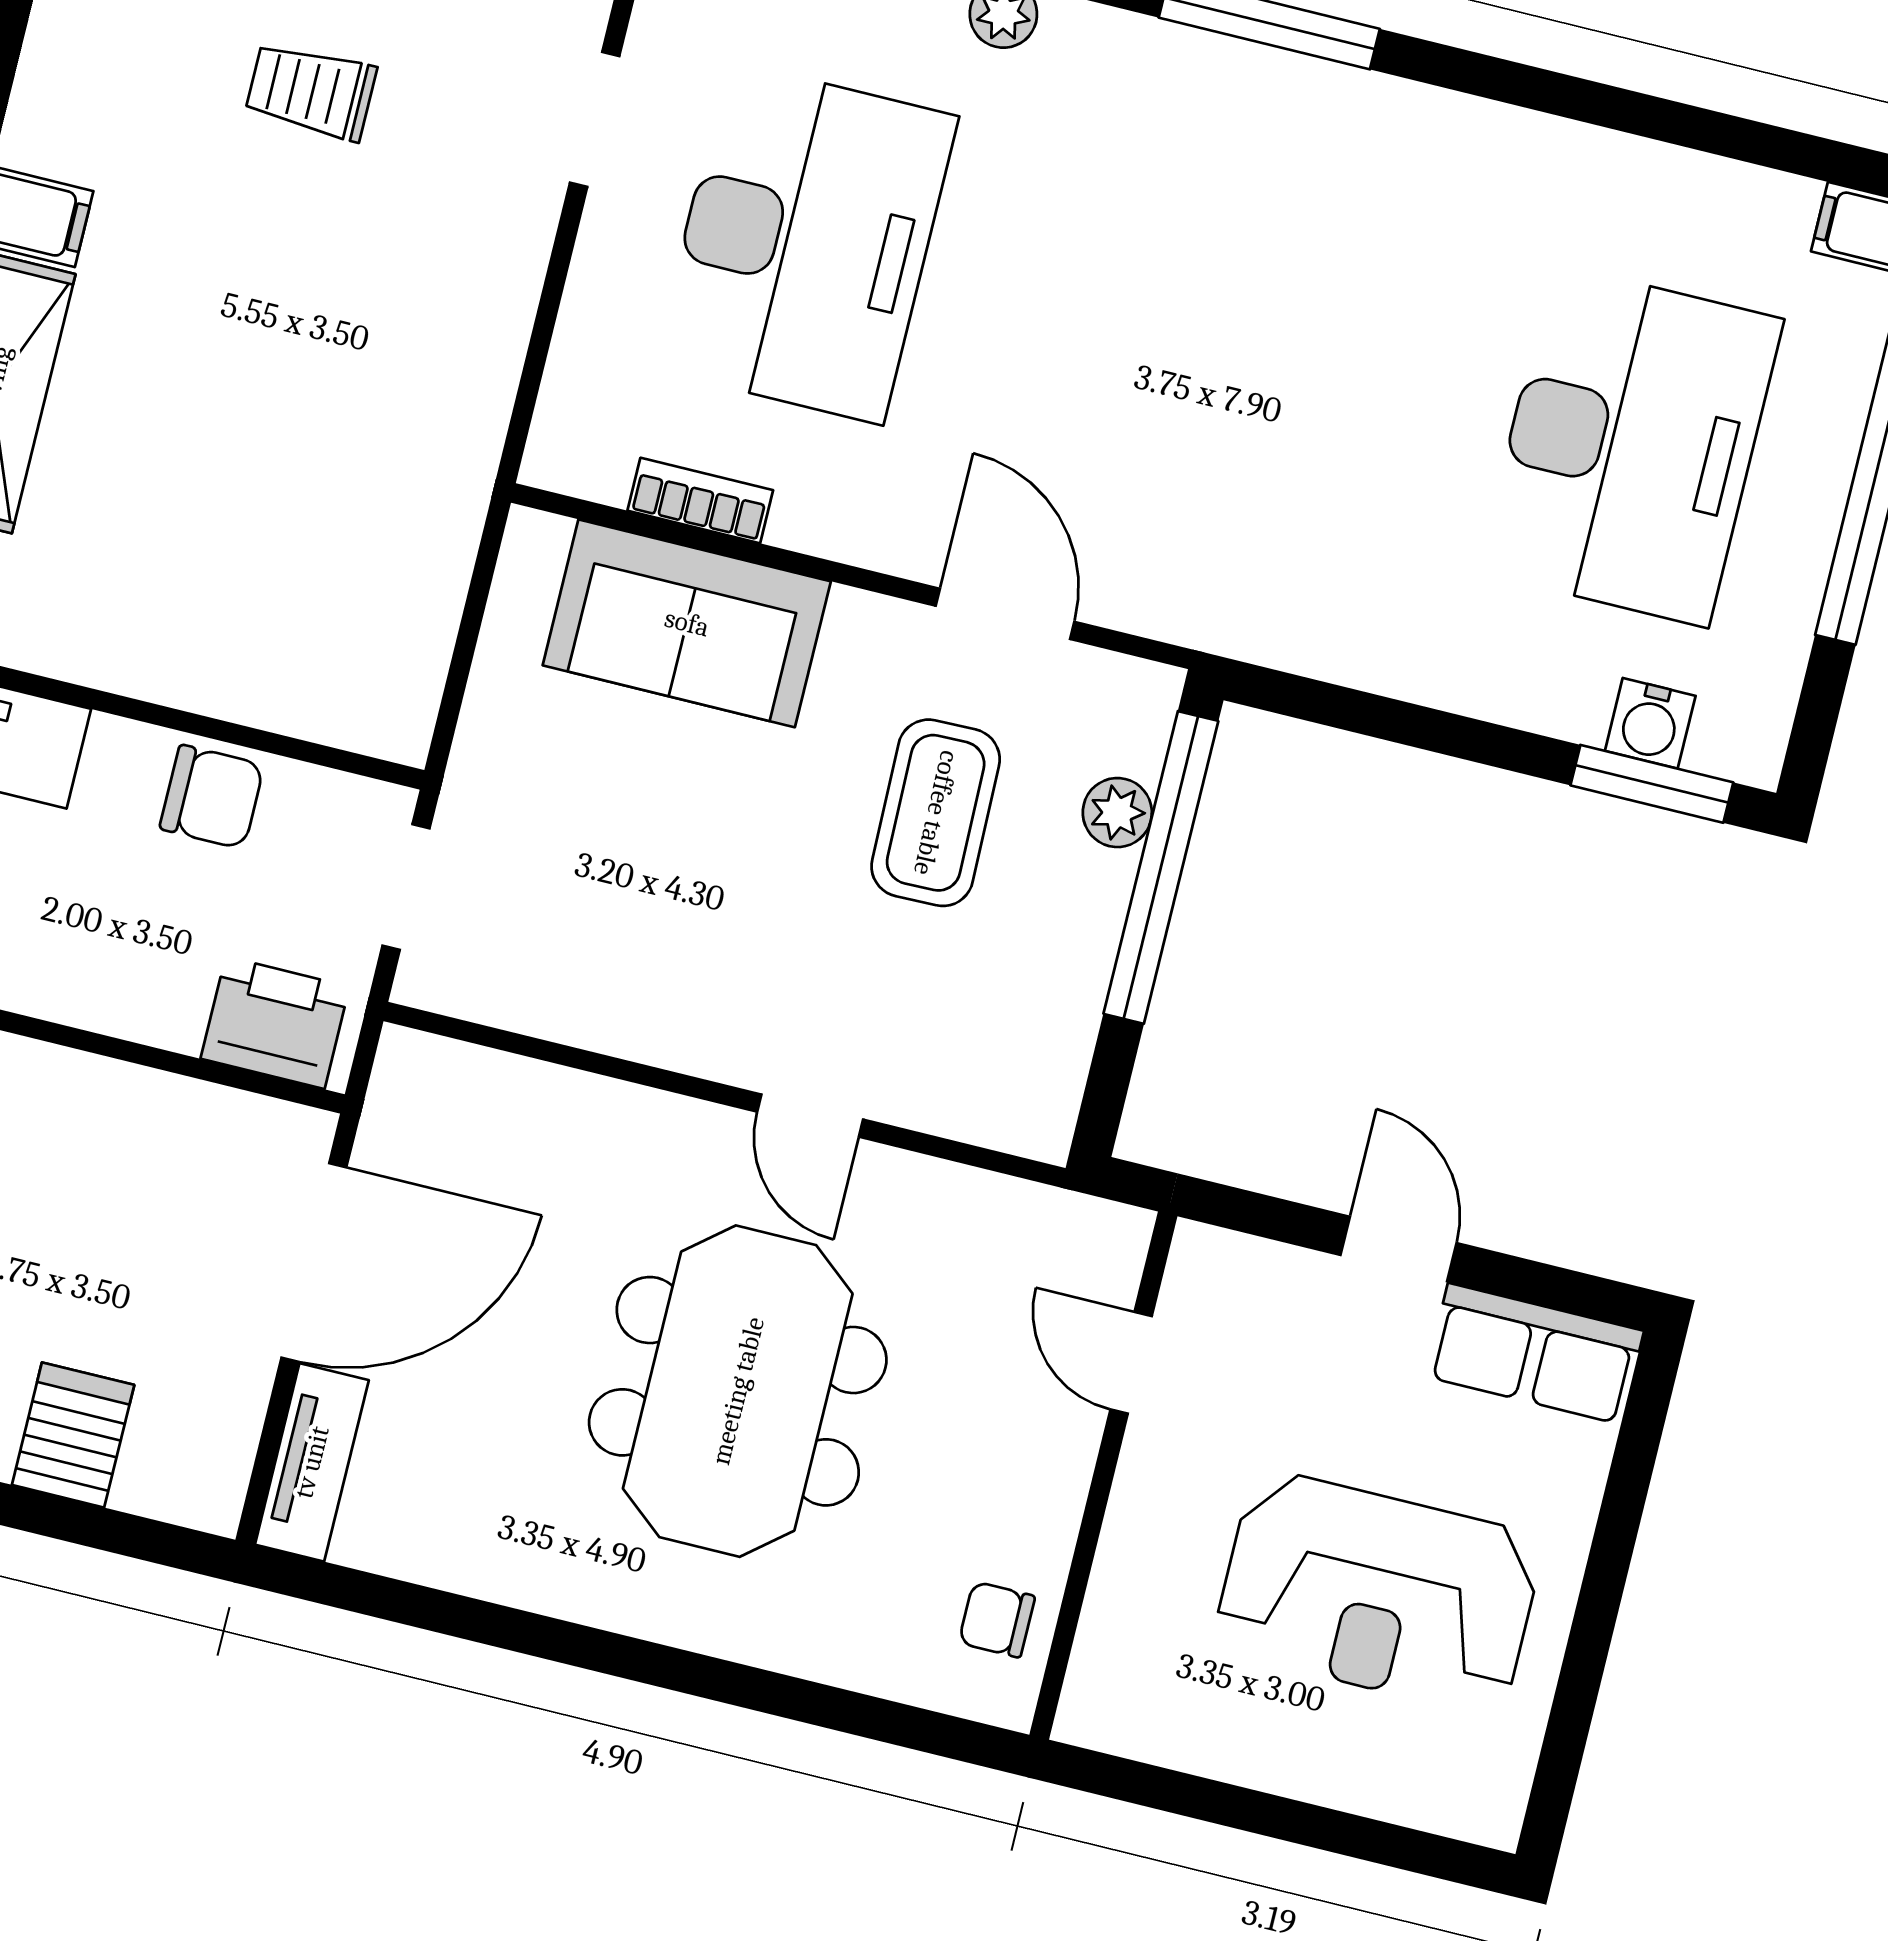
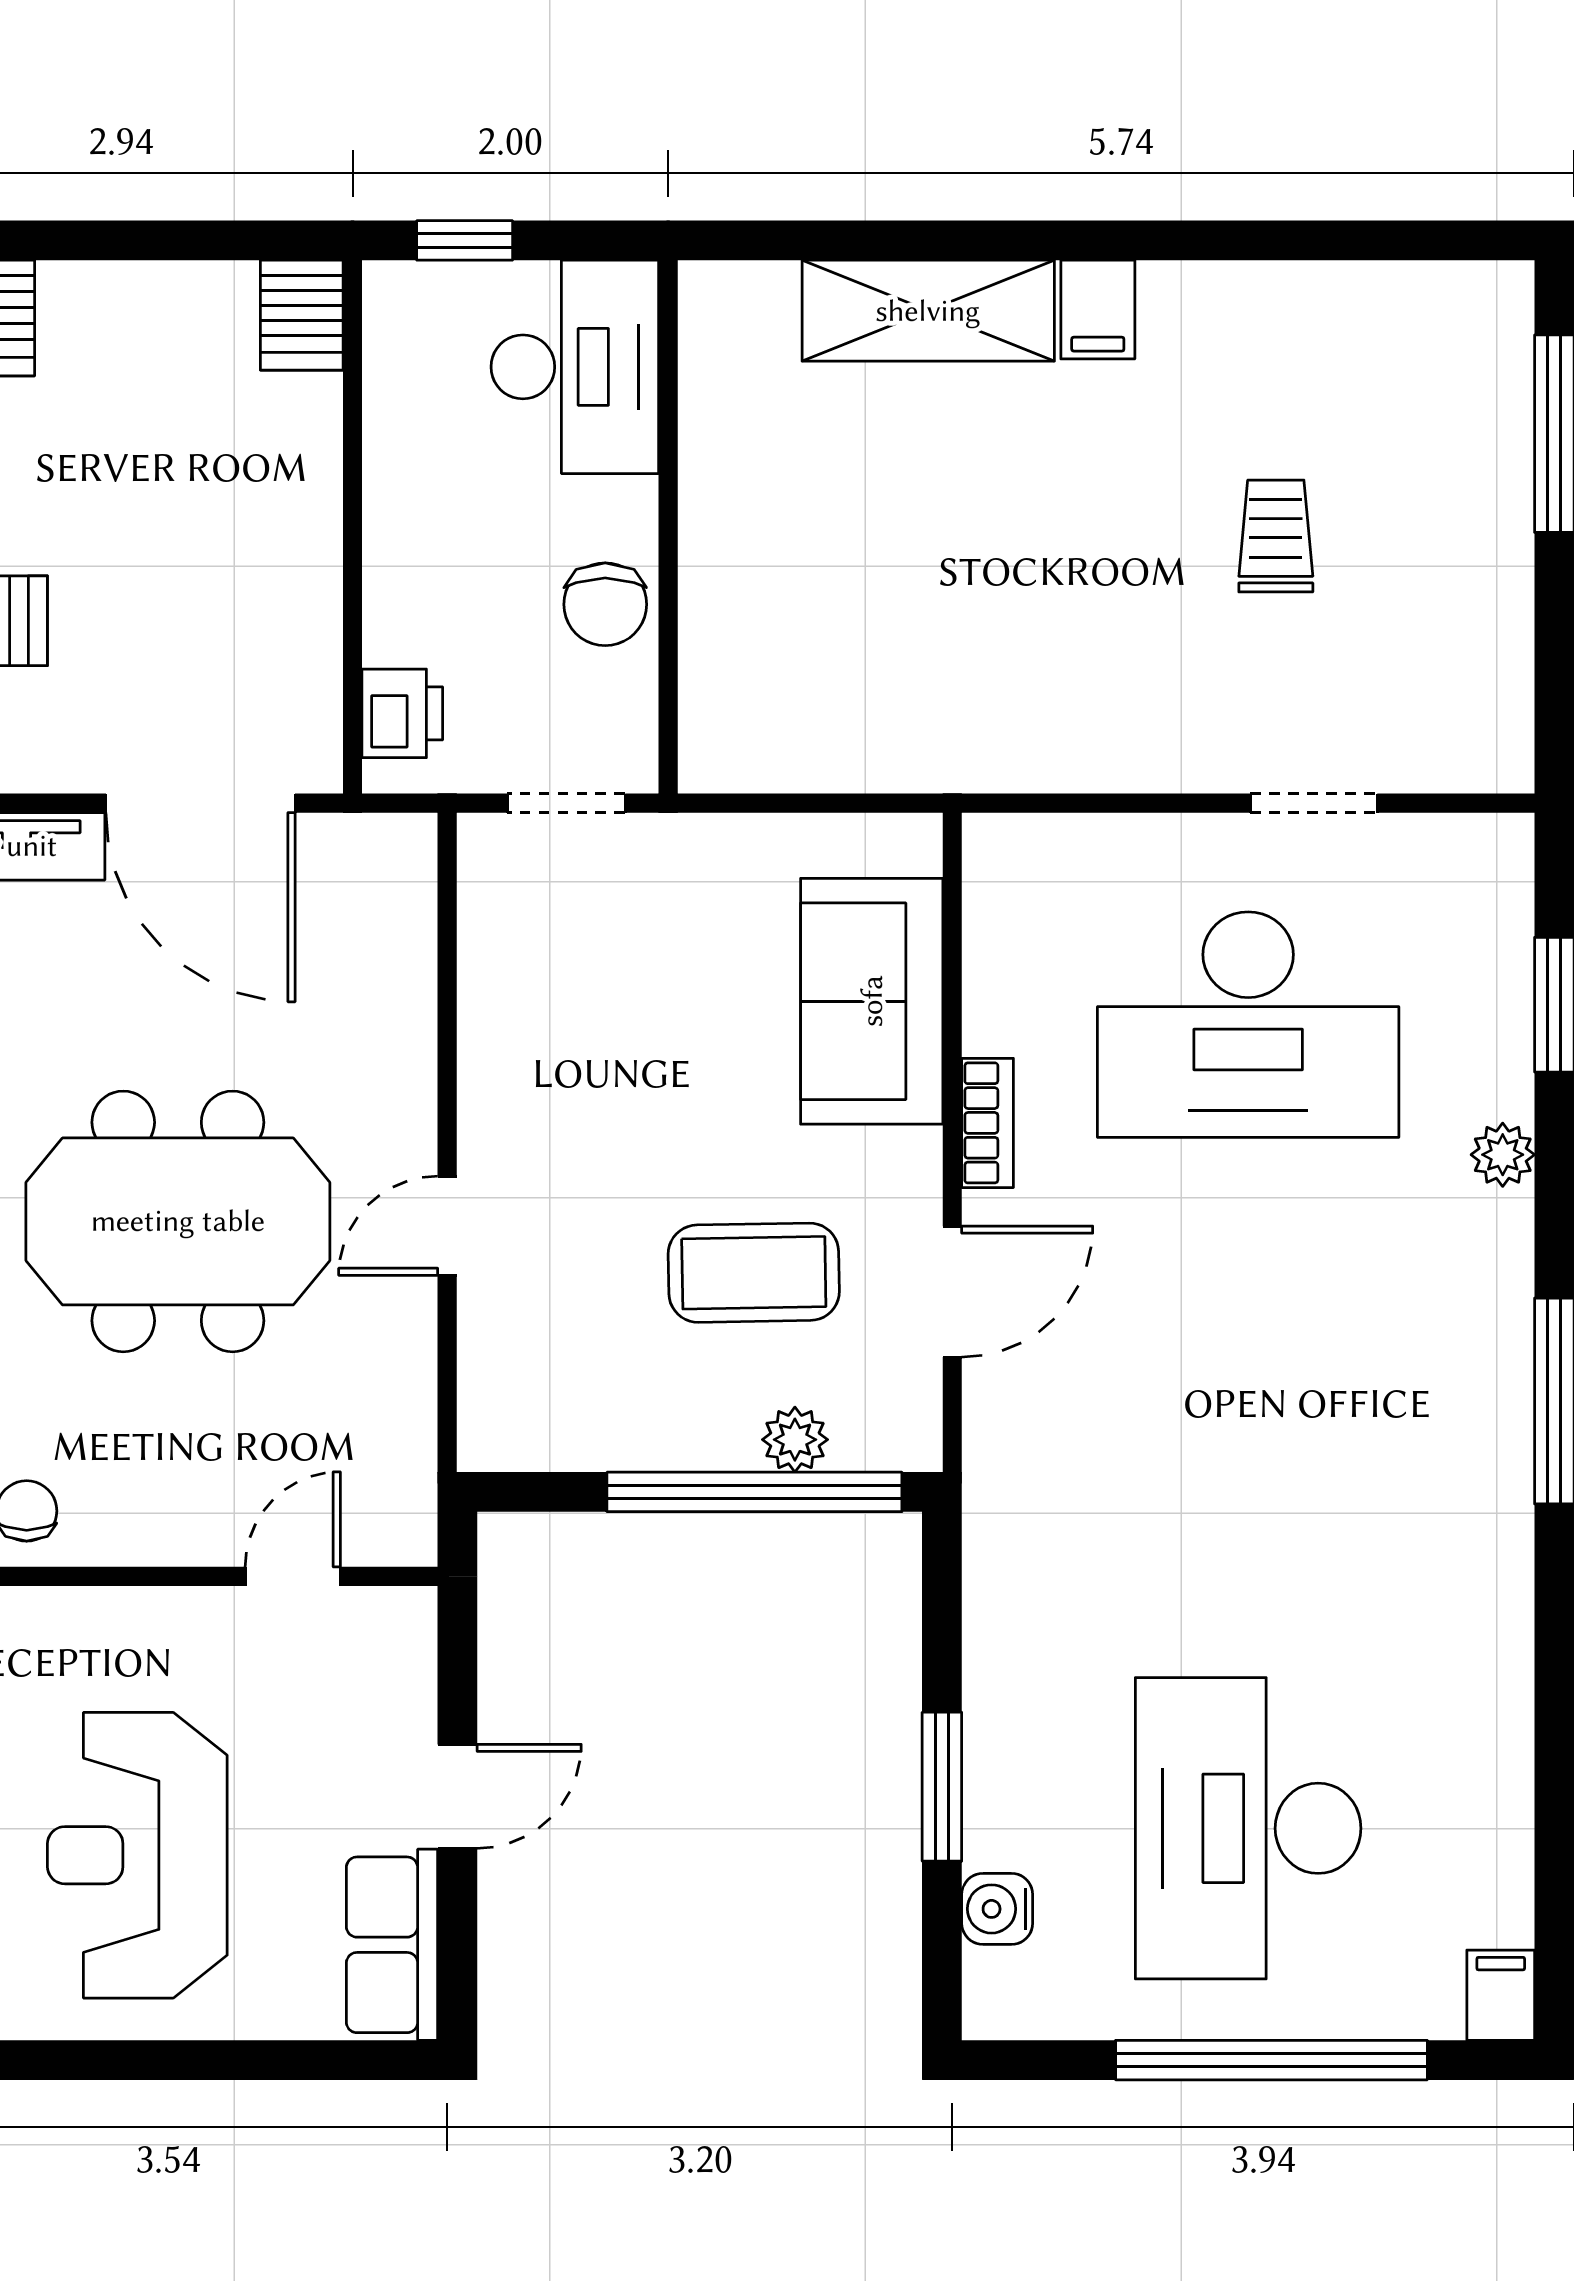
desk: (1631, 445) -> (1248, 1828), turned 90
bookcase: (700, 500) -> (988, 1123), moved
window: (1652, 784) -> (942, 1787), moved
printer: (275, 1023) -> (402, 713), width x0.73, depth x0.81

